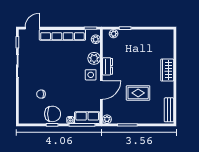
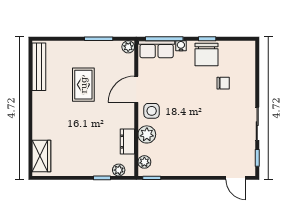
door: (32, 28) -> (236, 178), hinge flipped
row of seats: (62, 35) -> (192, 168), removed
dresser: (108, 66) -> (127, 142), moved
wardrobe: (167, 70) -> (41, 156), moved
rug: (138, 93) -> (83, 85), turned 90
bench: (169, 110) -> (39, 67), width x1.36
chair: (53, 114) -> (207, 54), turned -90

